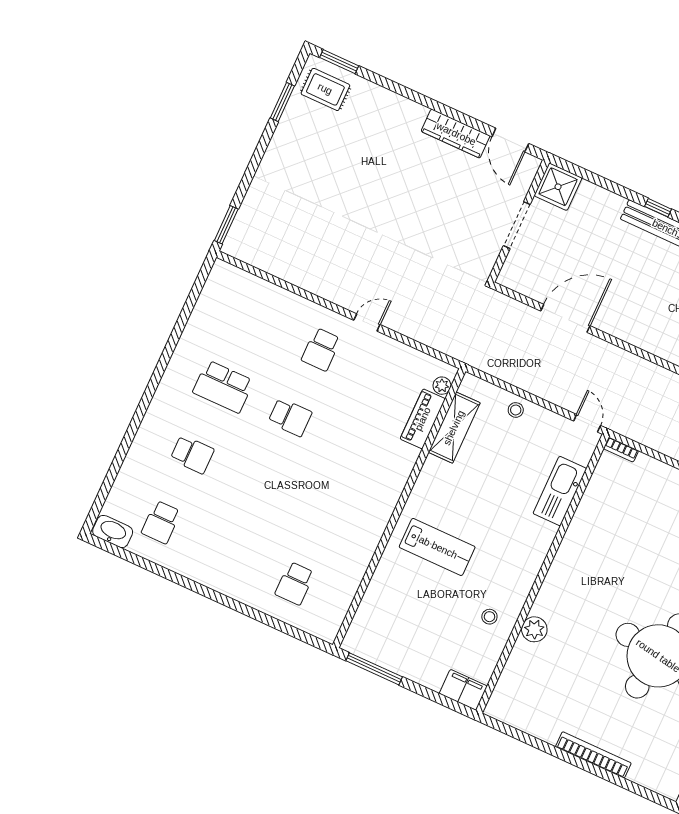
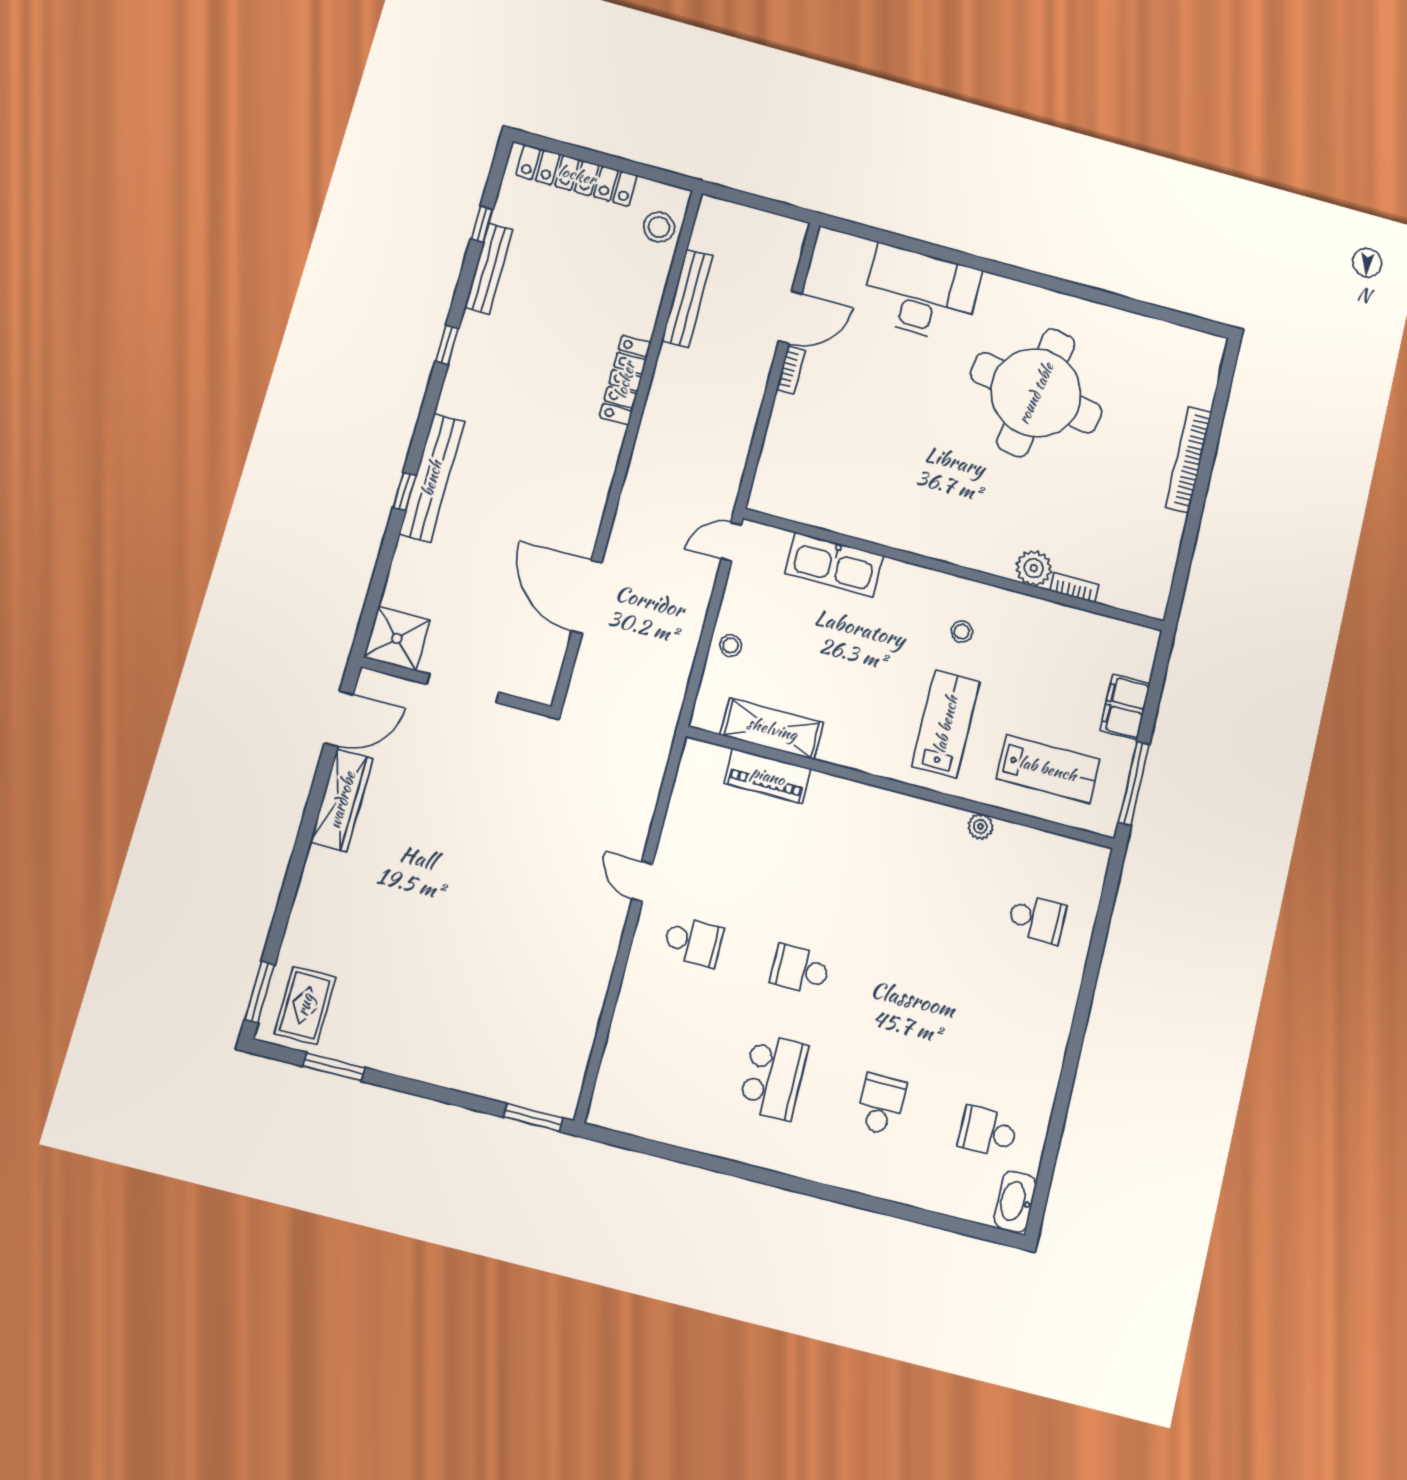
plant: (442, 386) -> (980, 826), moved
school desk: (290, 417) -> (800, 969), turned -90
bookcase: (621, 450) -> (1074, 588), moved, turned -90
school desk: (161, 522) -> (988, 1132), turned 180
lab bench: (394, 611) -> (1048, 769), added
stool: (489, 617) -> (962, 632), moved
filing cabinet: (463, 690) -> (1125, 707), moved

